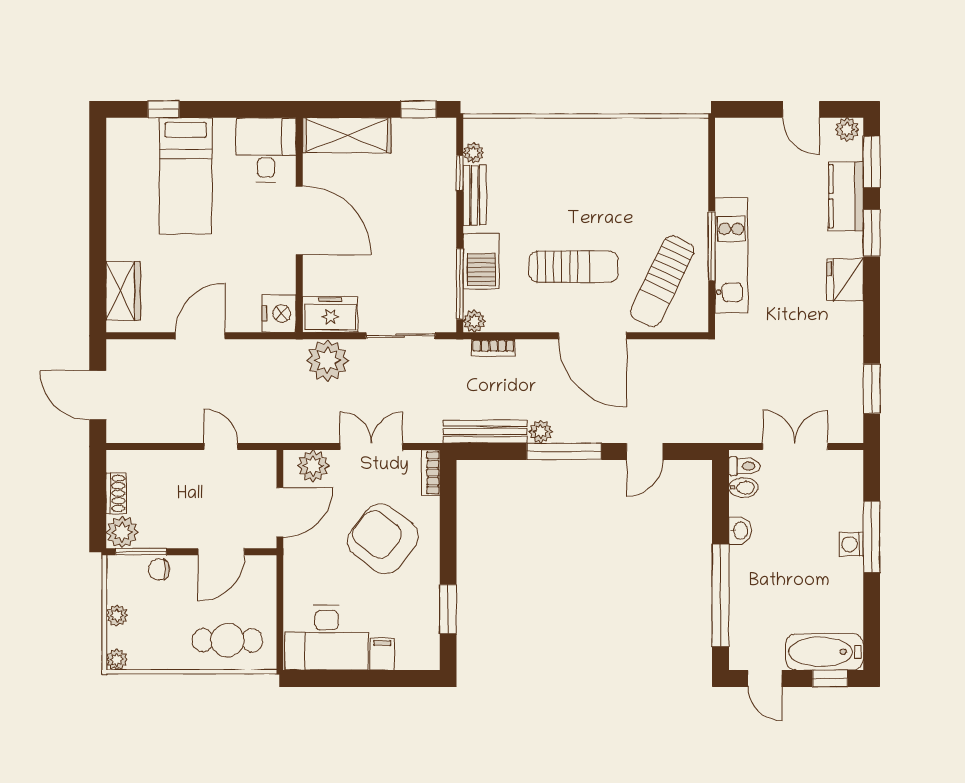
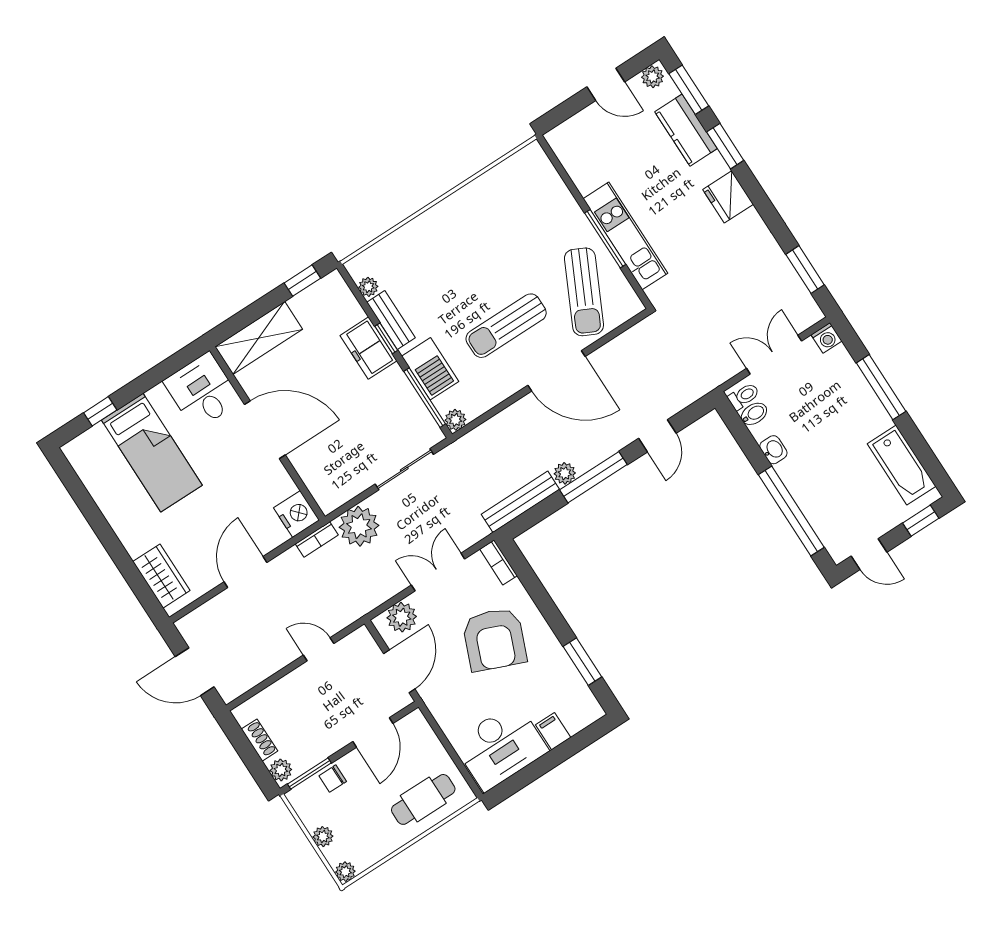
window: (460, 173) -> (386, 338), moved
sun lounger: (574, 267) -> (506, 326), turned 180
freezer: (330, 314) -> (368, 348), moved, turned -90
bookcase: (493, 348) -> (317, 539), moved
plant: (122, 532) -> (281, 770), width x0.73, depth x0.73
armchair: (383, 539) -> (494, 639), turned -106
washing machine: (851, 544) -> (826, 338), moved, turned -90
bathtub: (825, 652) -> (902, 465), moved, turned -90

